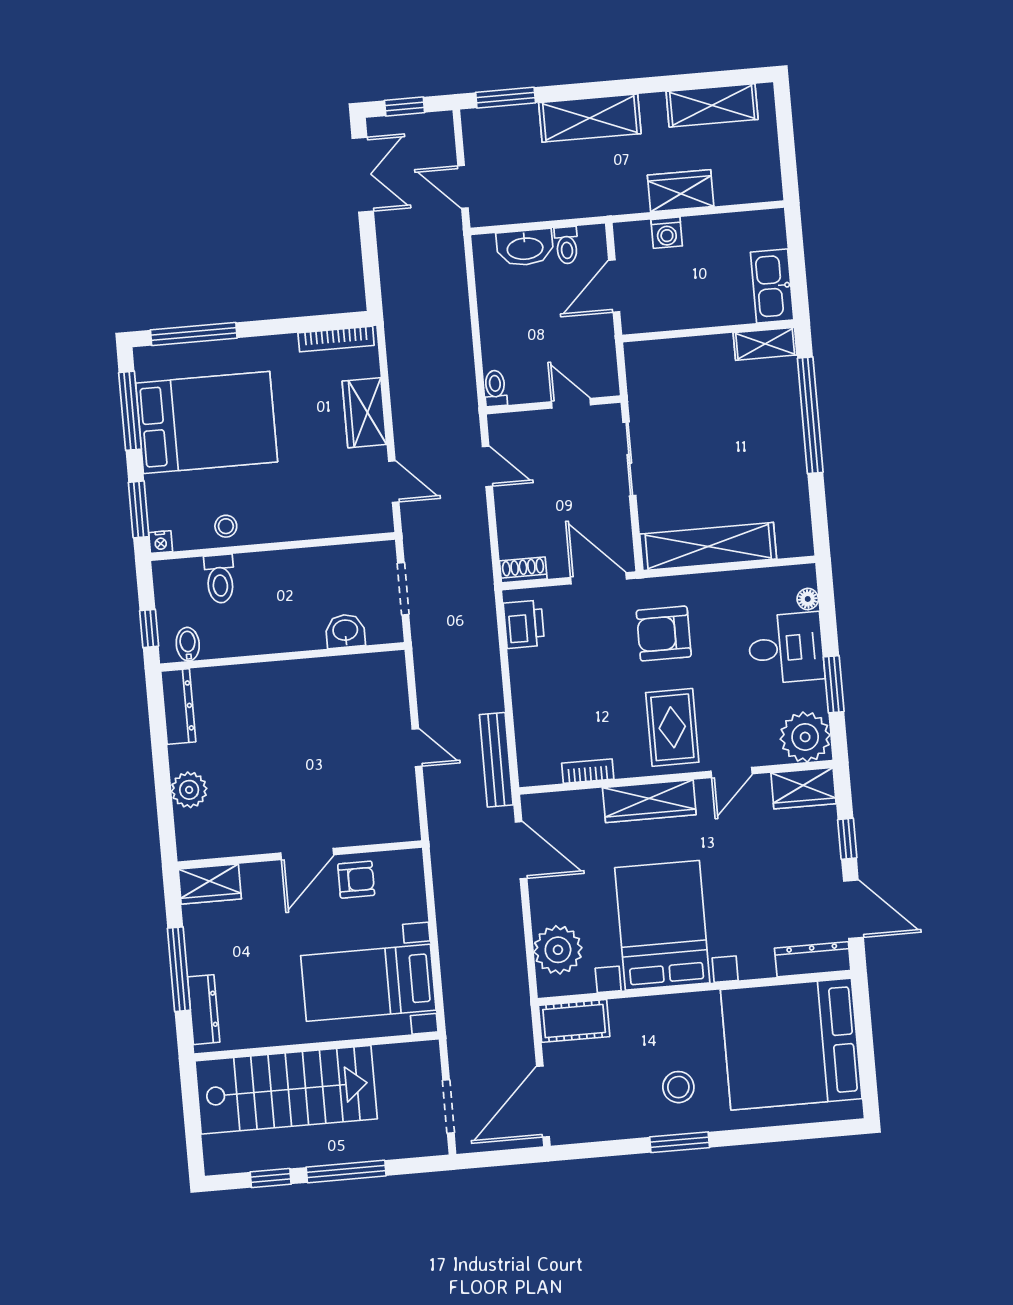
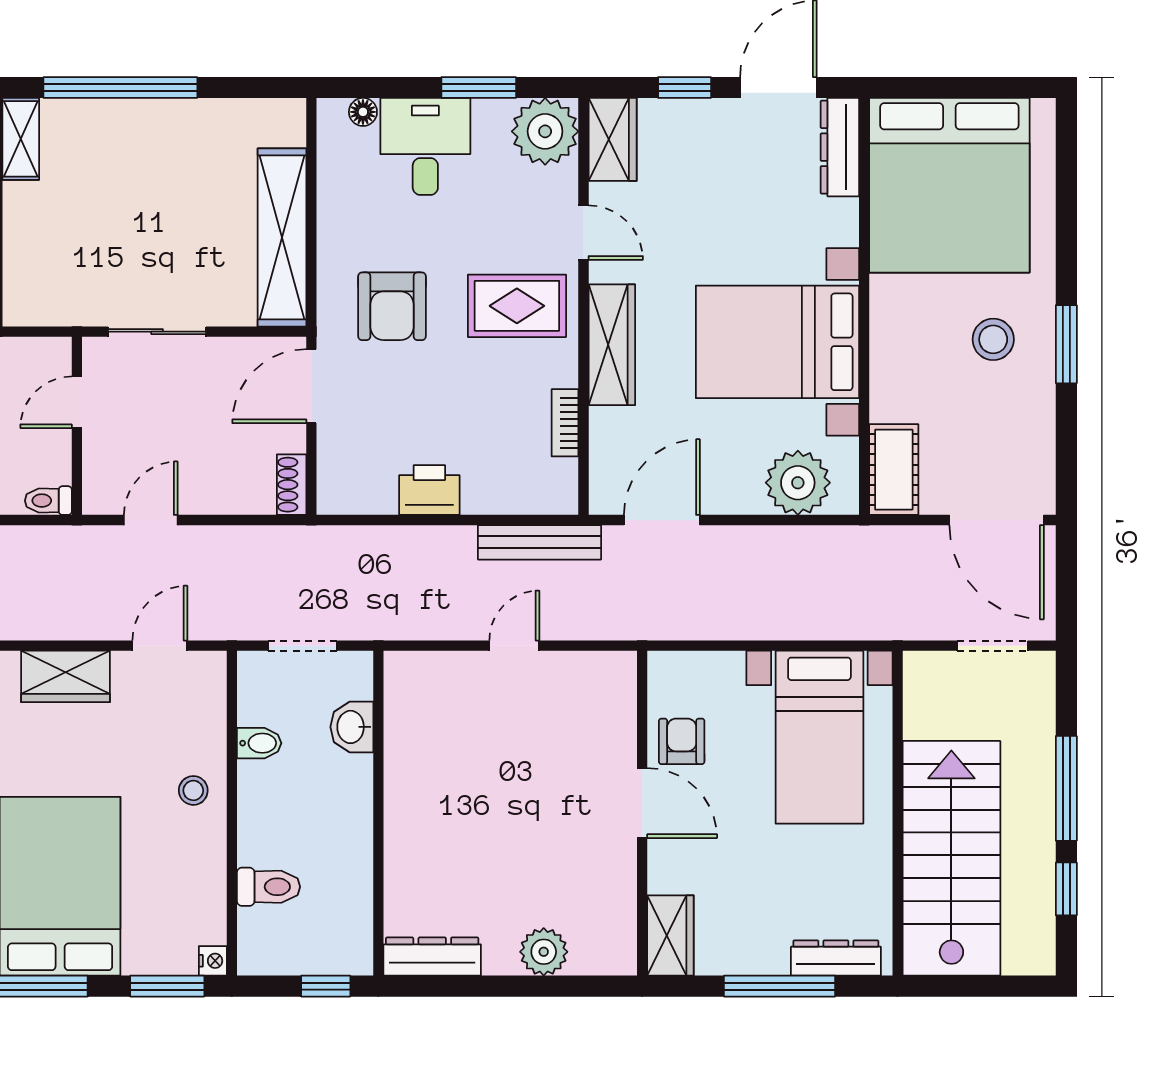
stool: (226, 526) -> (193, 790), moved
printer: (524, 624) -> (429, 490), moved
bidet: (188, 644) -> (259, 743), moved, turned 180

